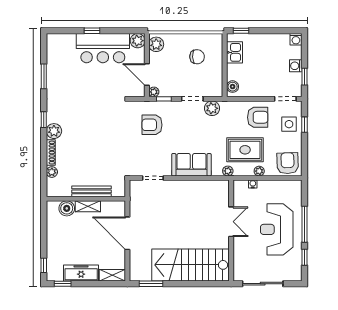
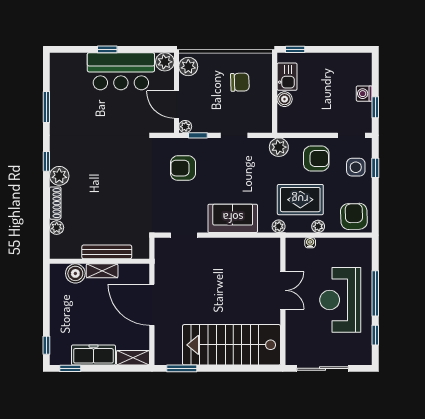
washing machine: (296, 39) -> (365, 60), removed
boiler: (233, 87) -> (285, 99), moved
plant: (212, 108) -> (279, 147), moved

